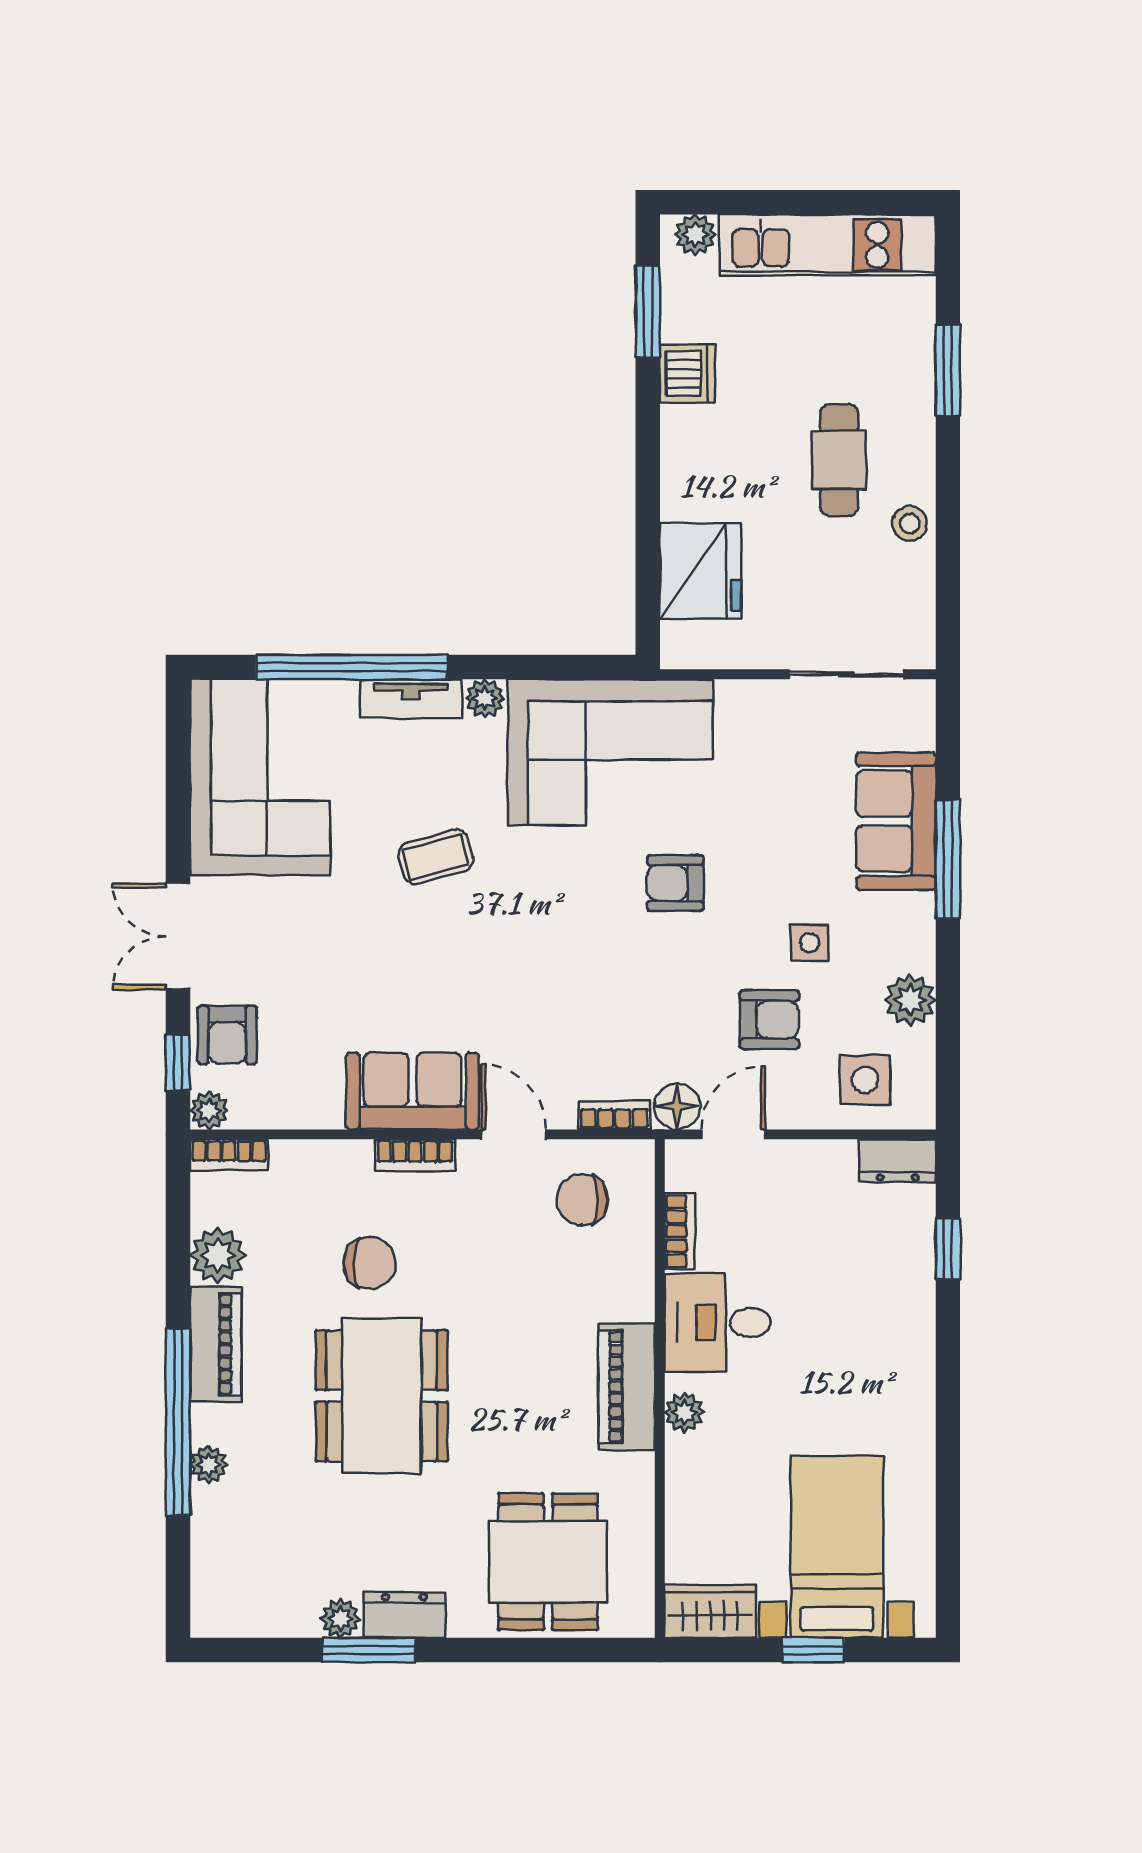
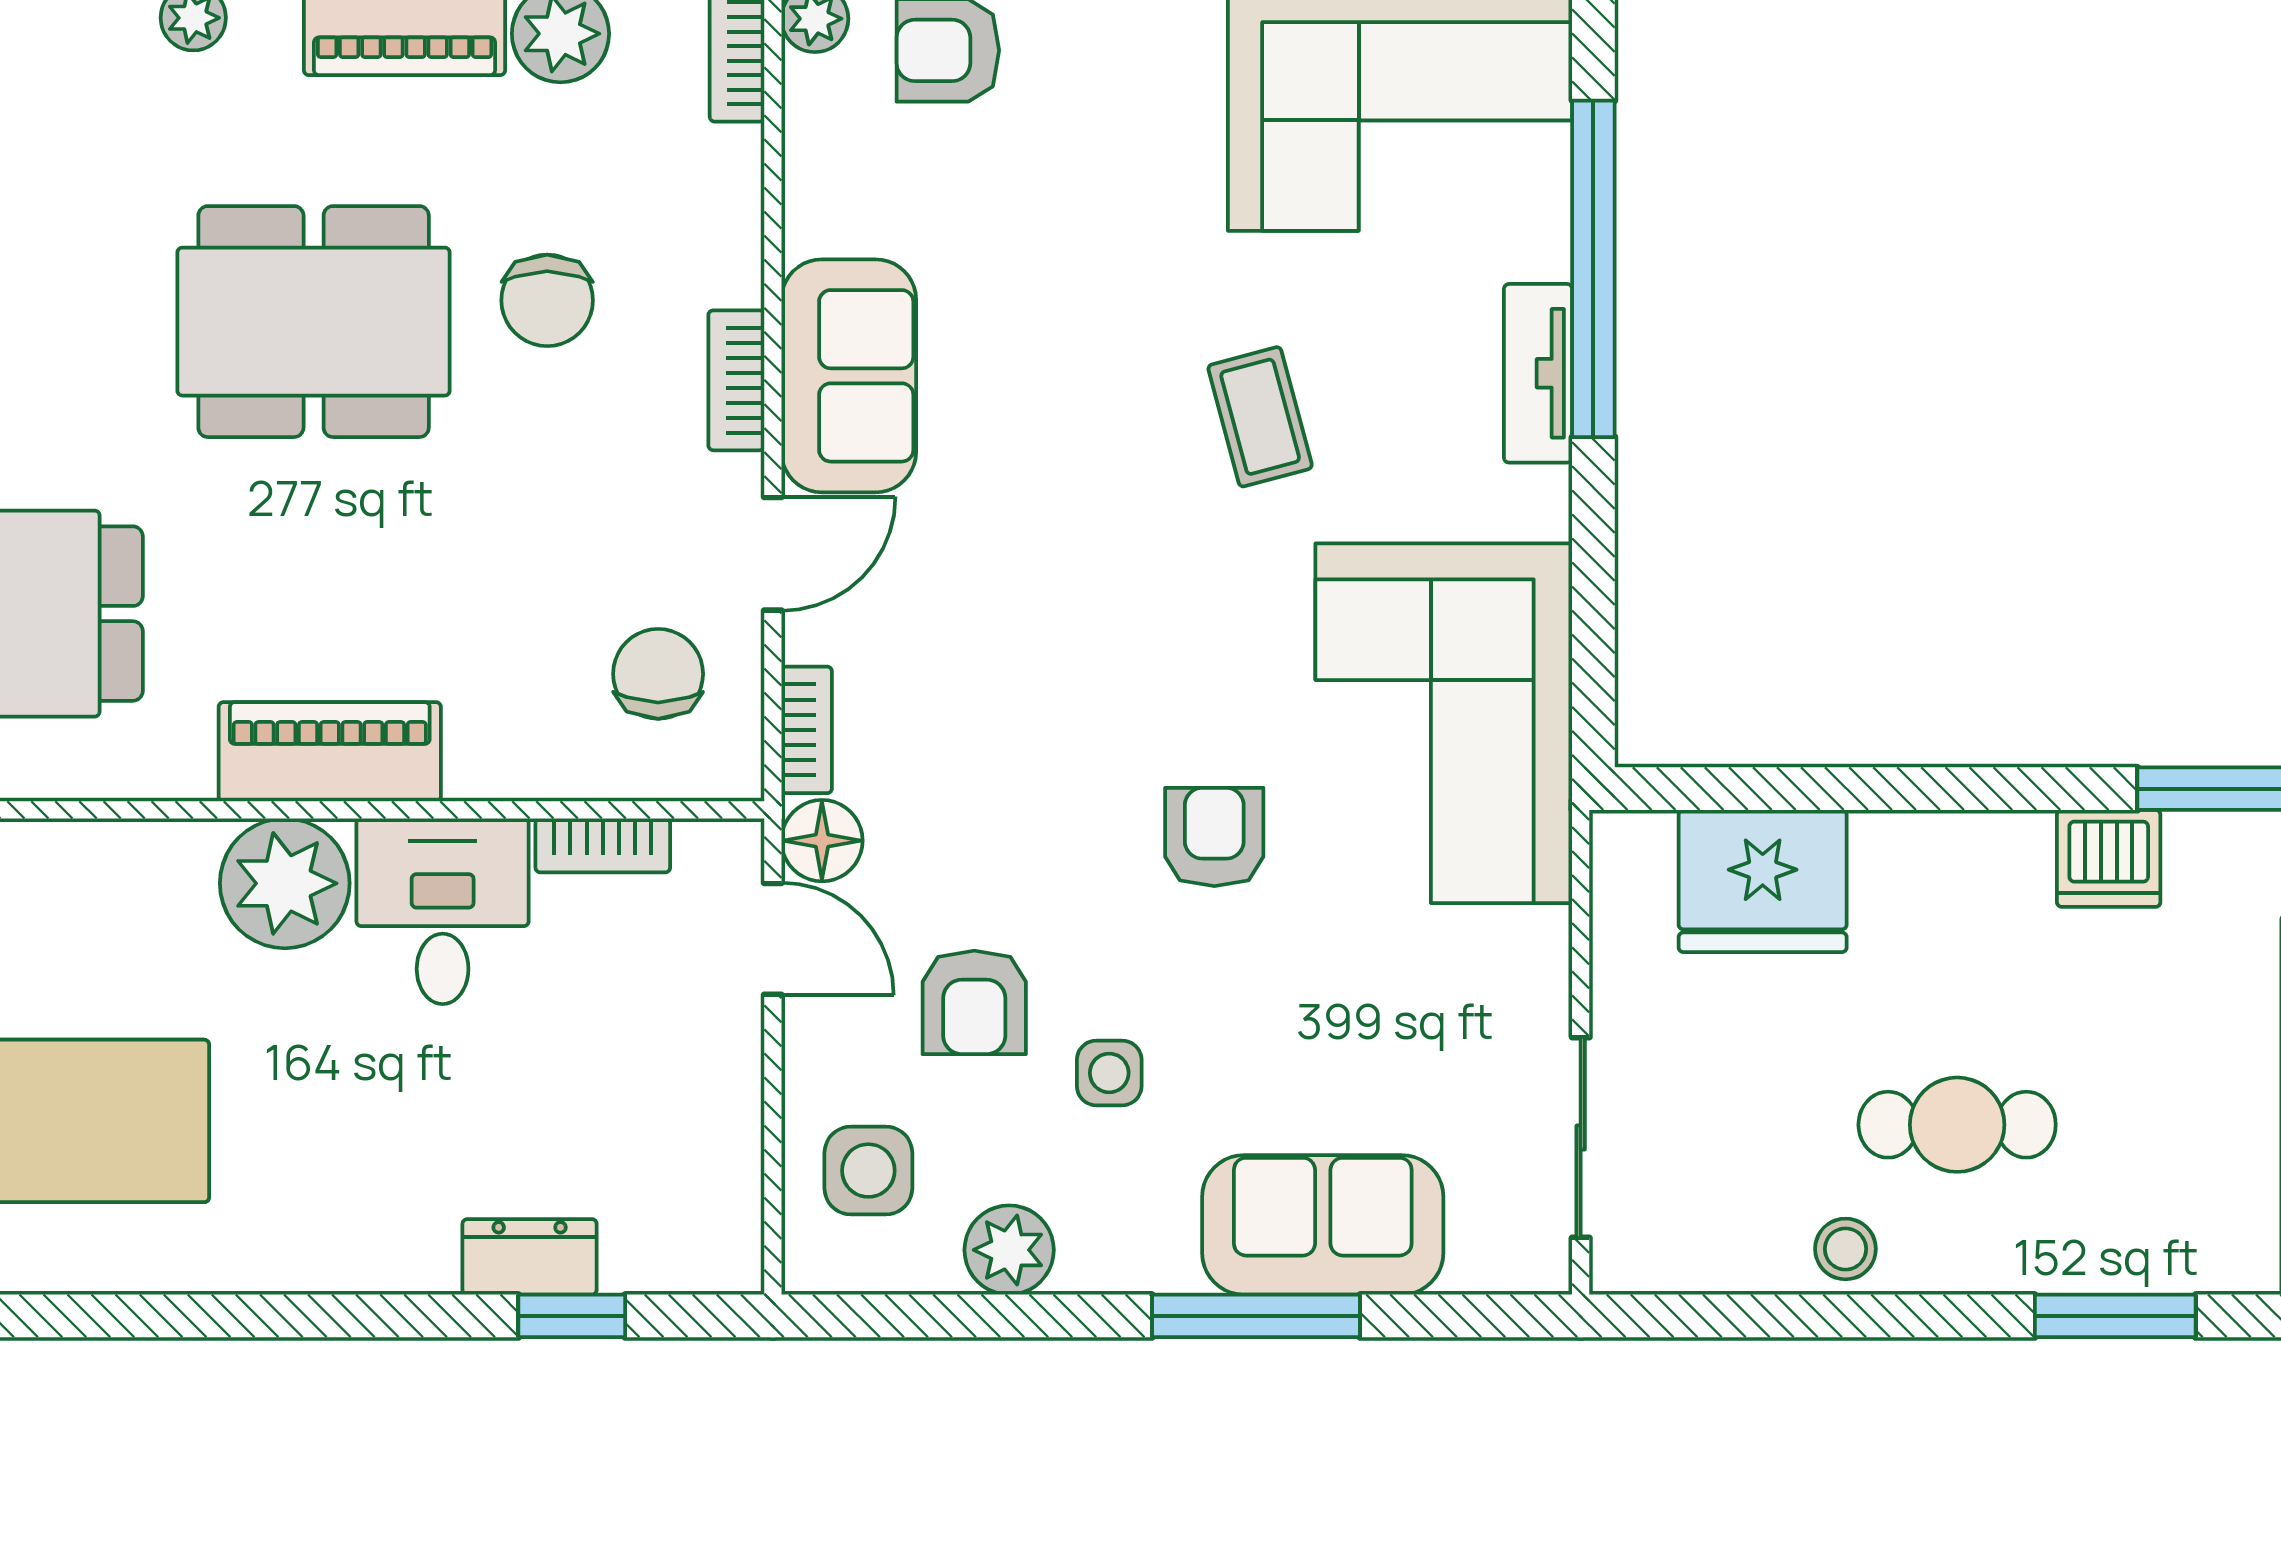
plant: (485, 698) -> (1539, 503), removed
dresser: (898, 1161) -> (530, 1257), moved, turned 90
plant: (684, 1412) -> (285, 883), width x1.87, depth x1.87

